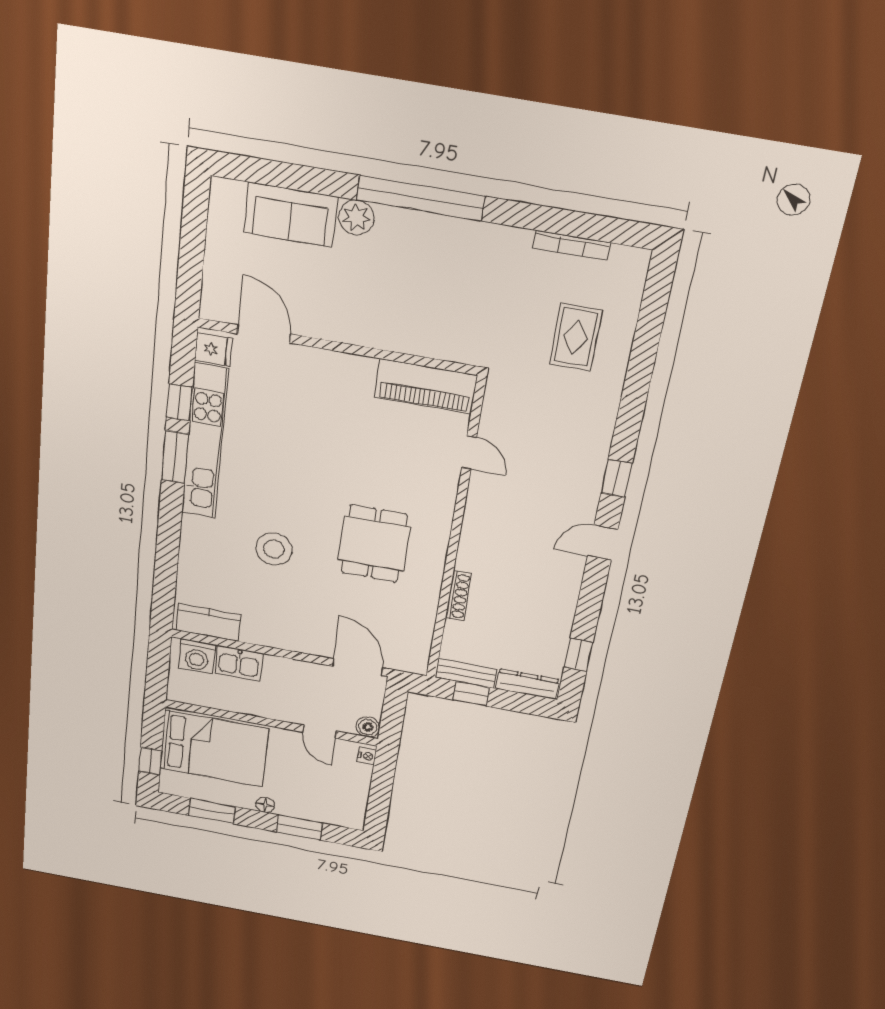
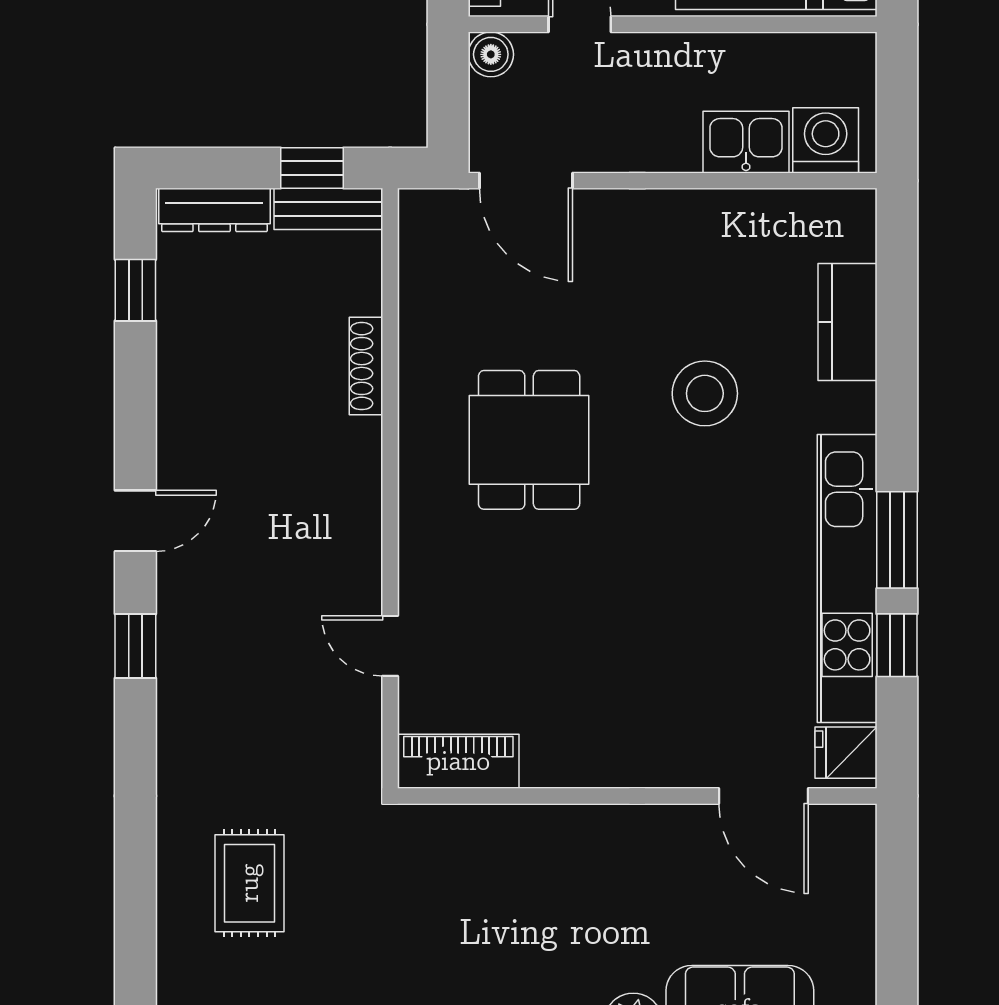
piano: (426, 386) -> (458, 761), width x0.73, depth x0.75
kitchen counter: (208, 622) -> (848, 322), moved, turned 90

